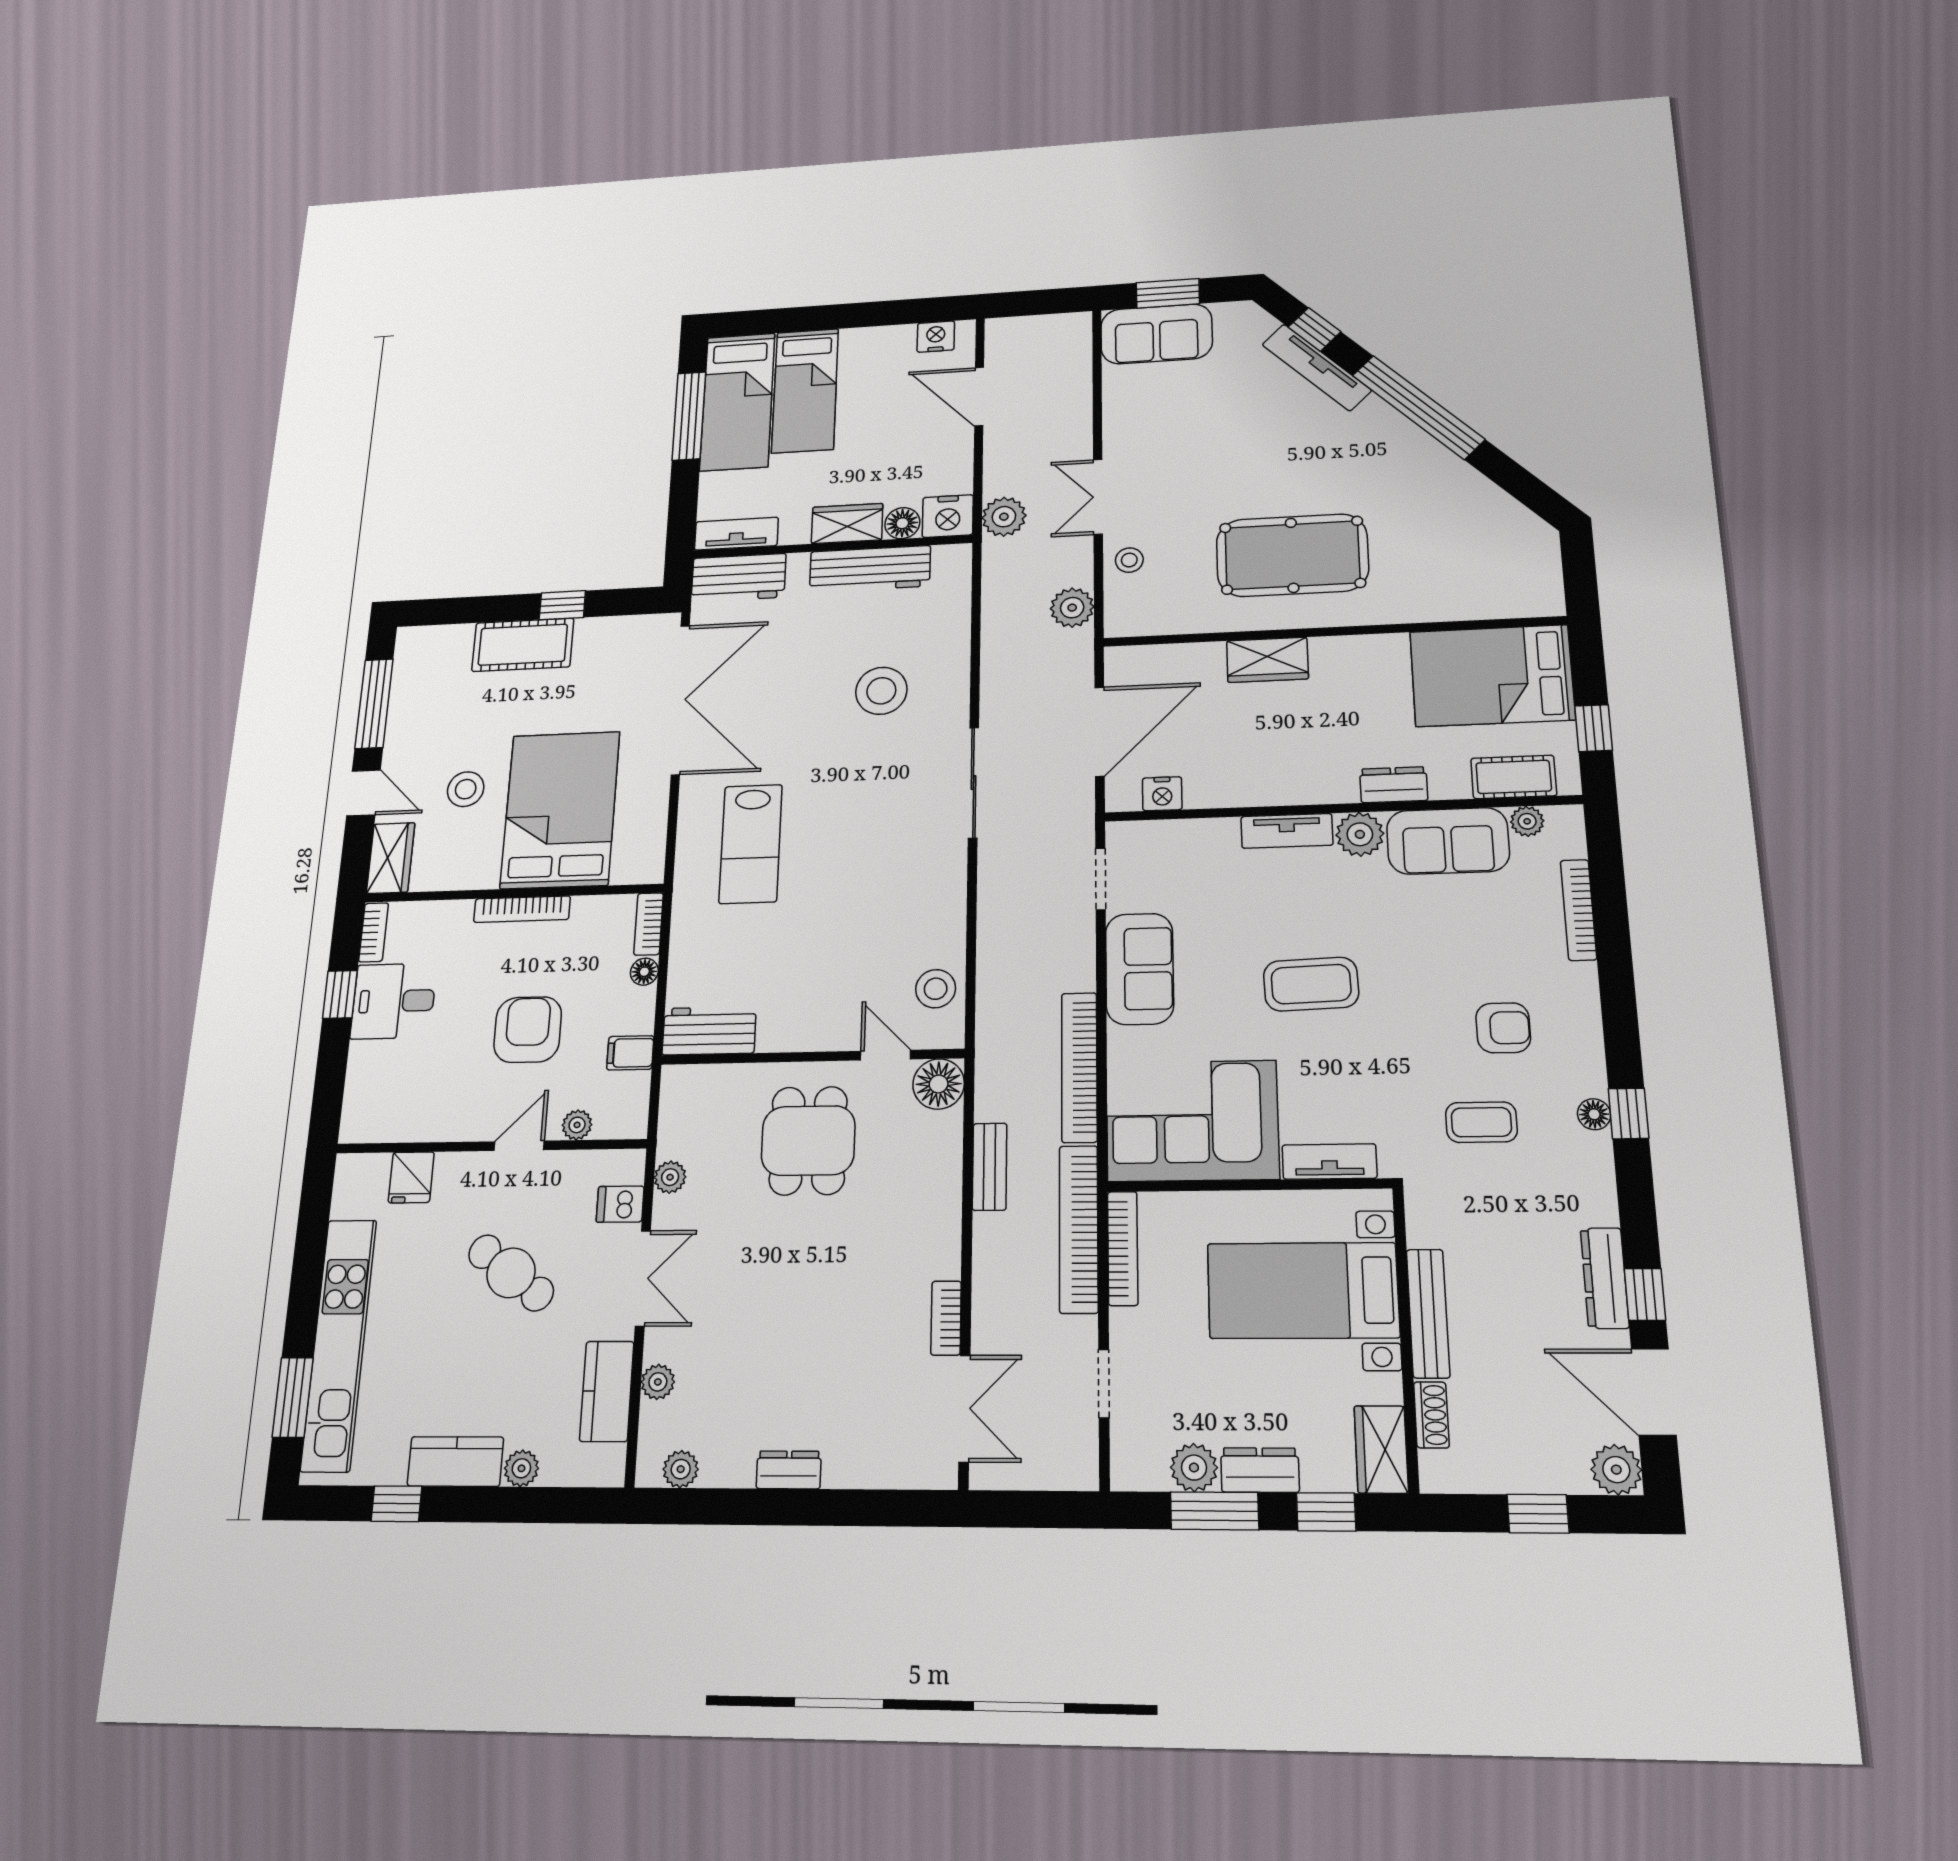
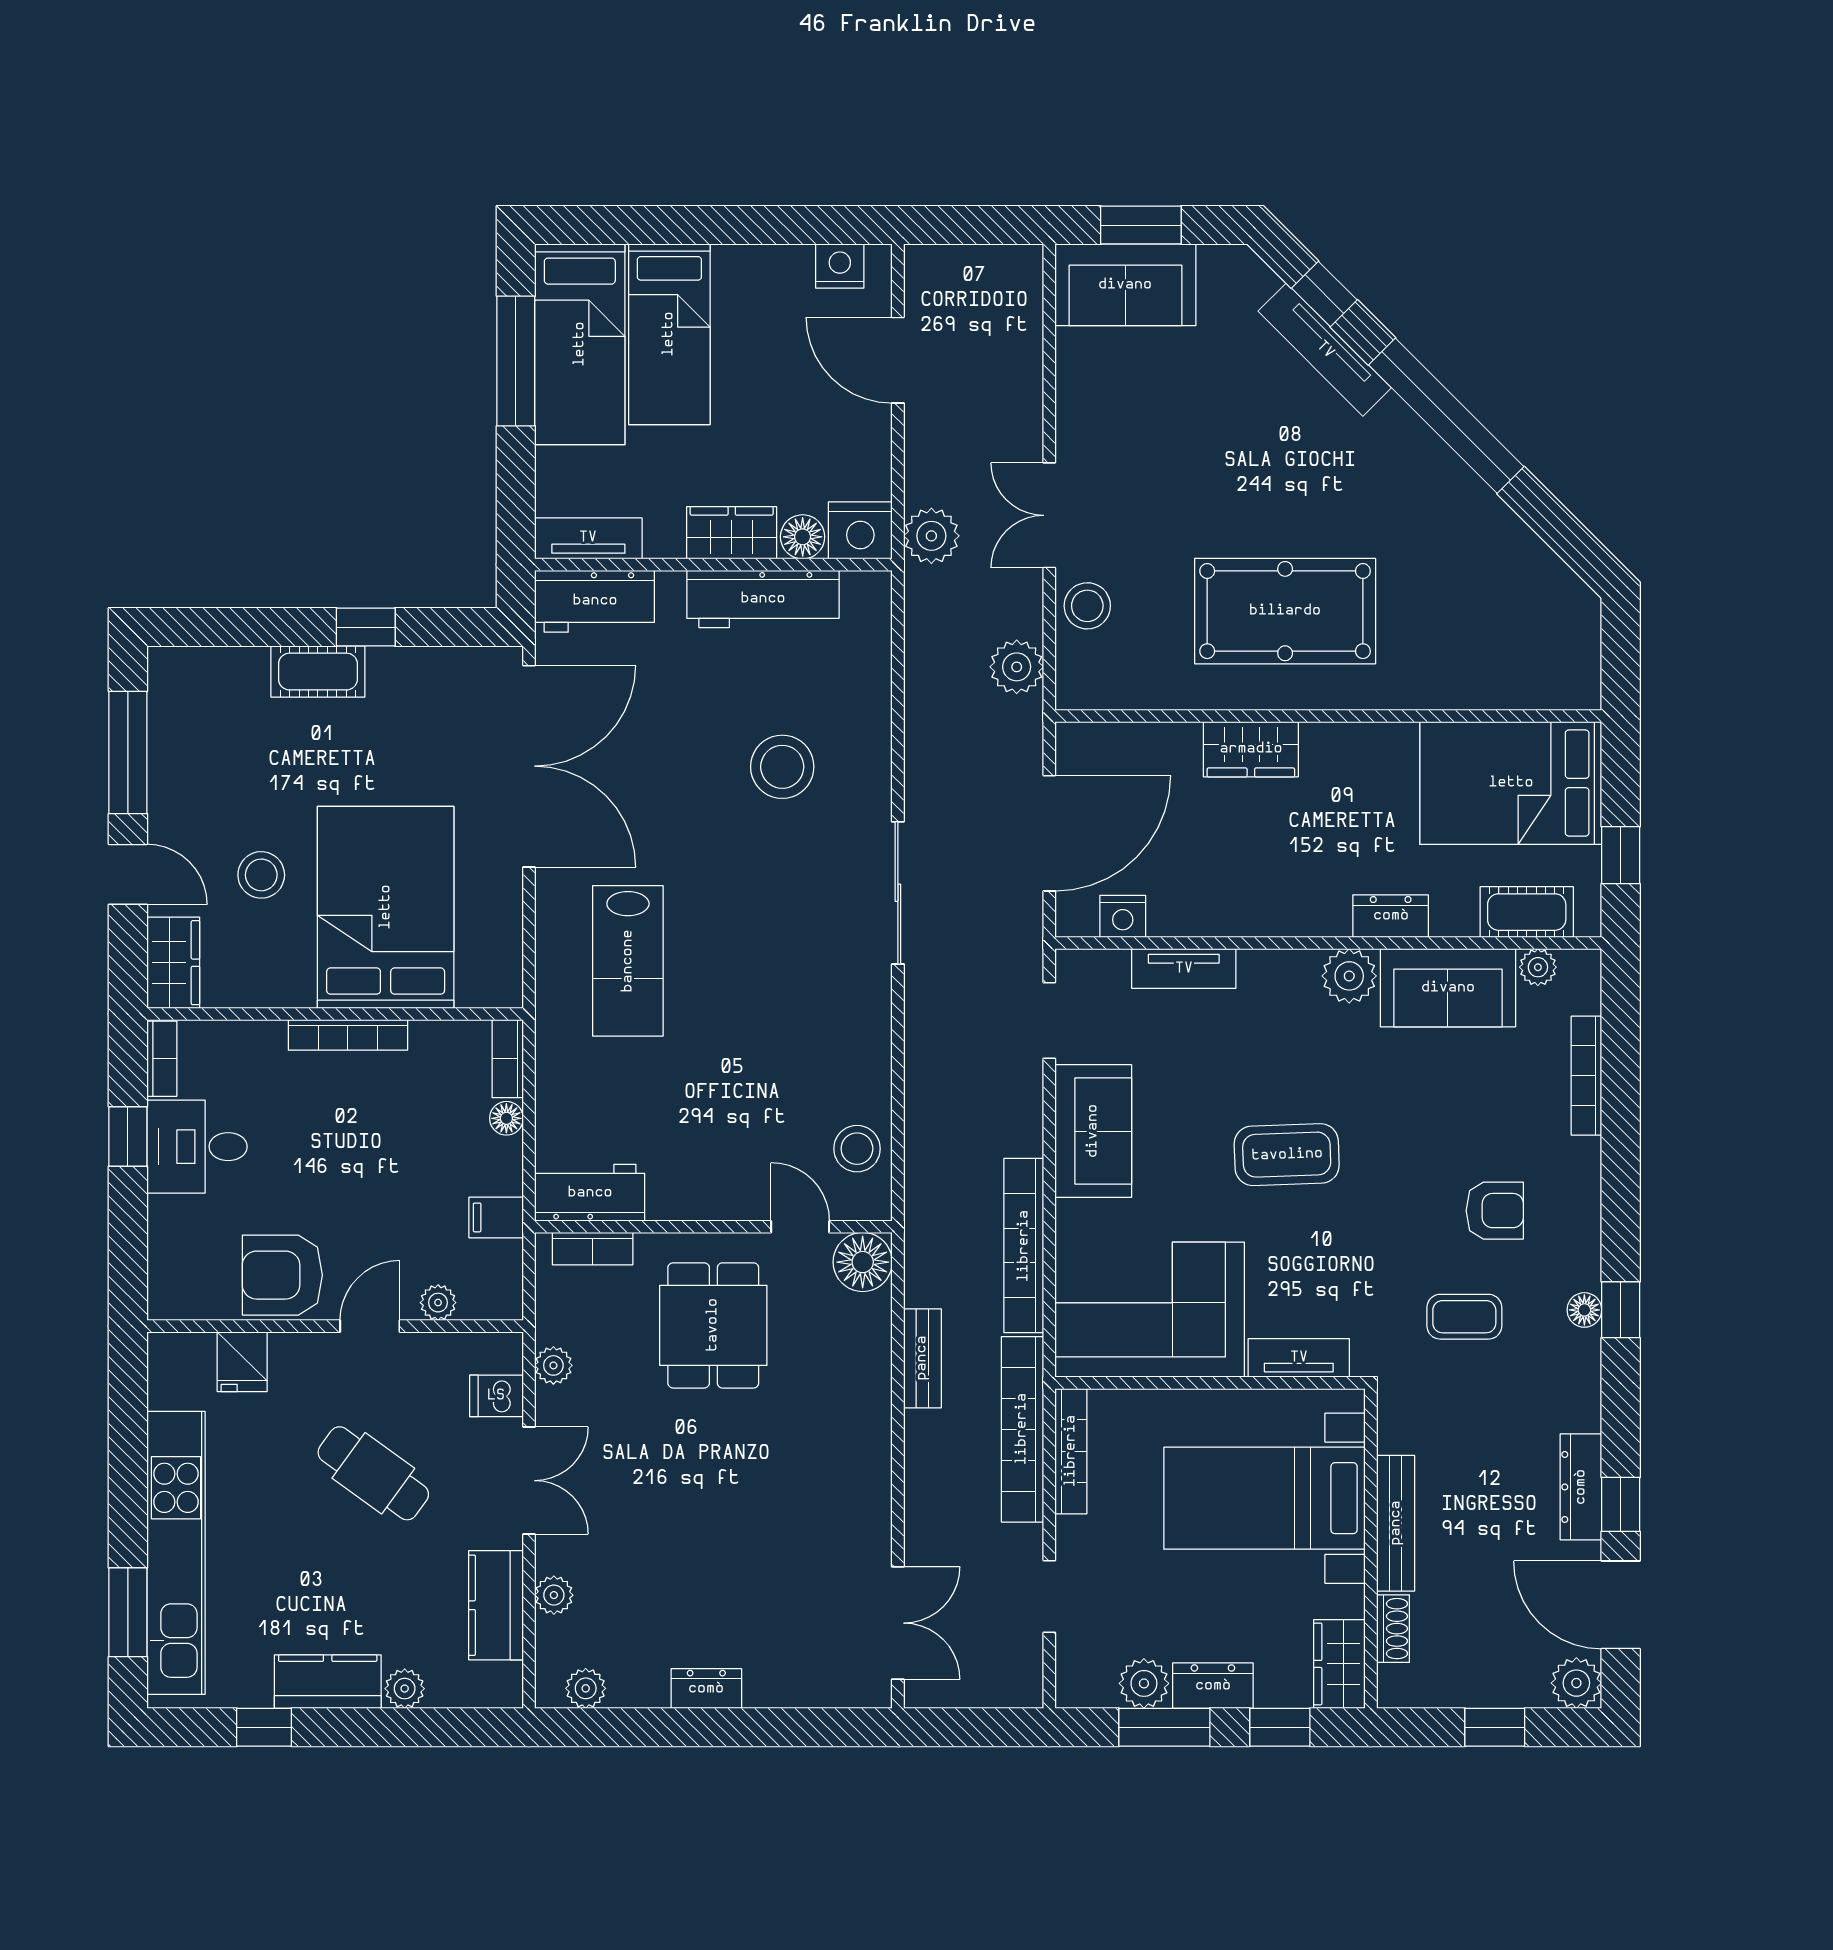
stool: (1129, 560) -> (1087, 606), width x1.37, depth x1.37
cot: (523, 645) -> (318, 672), width x0.73, depth x0.75
tv unit: (1287, 831) -> (1184, 969), moved
armchair: (528, 1030) -> (282, 1275), moved, turned -90
bookcase: (946, 1318) -> (593, 1249), moved, turned -90

